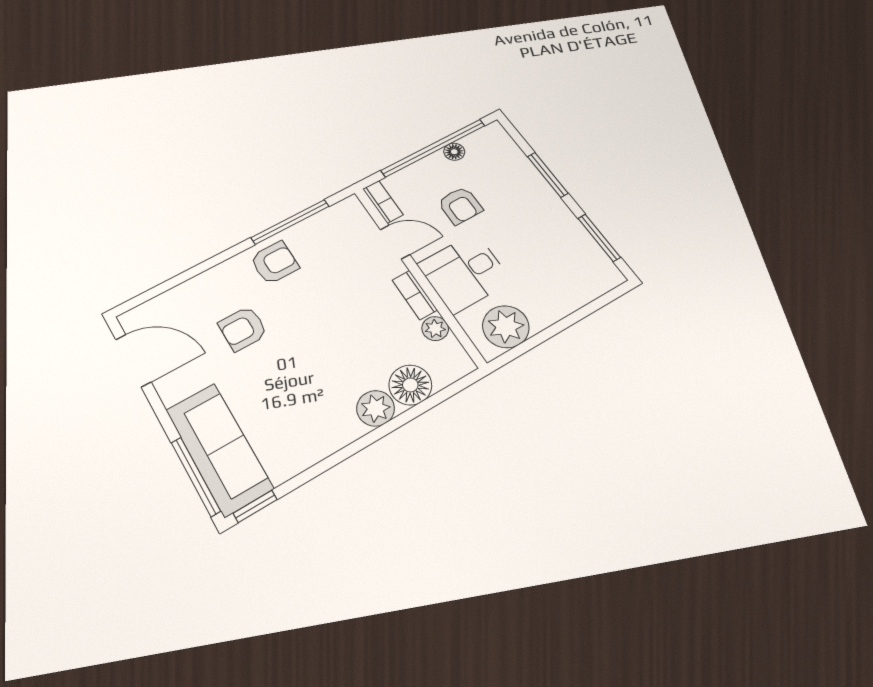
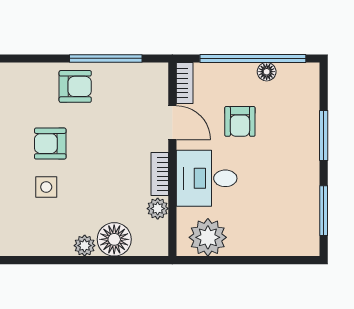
armchair: (243, 329) -> (50, 144), moved
side table: (303, 374) -> (46, 187), added
plant: (376, 408) -> (85, 246), width x0.73, depth x0.73

